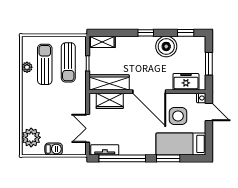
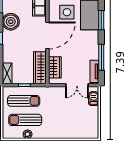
plant: (31, 137) -> (84, 131), removed
barbecue: (54, 149) -> (94, 99), moved
window: (122, 158) -> (101, 57), width x0.68

